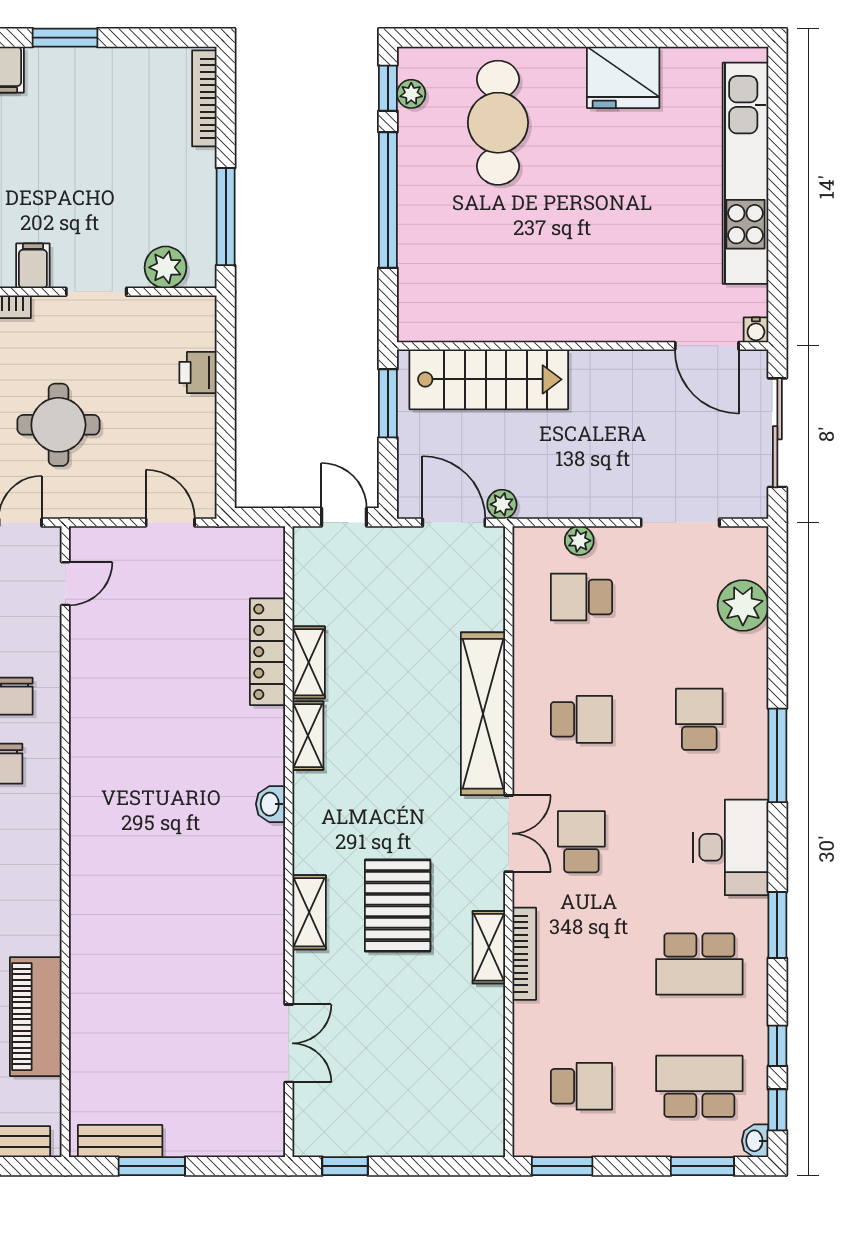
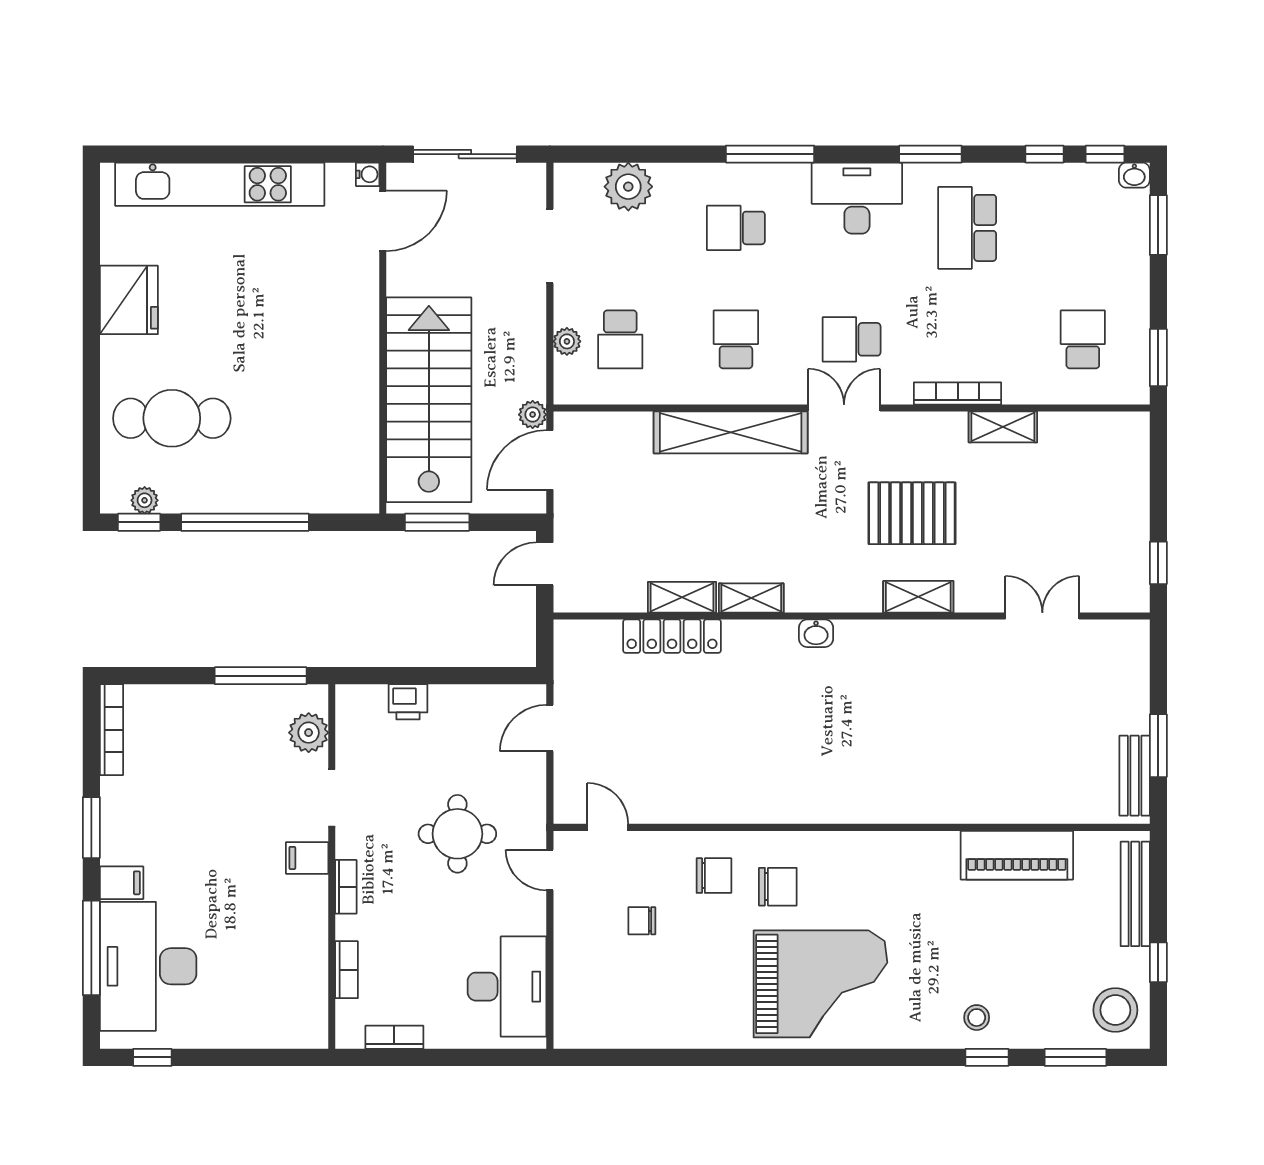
bookcase: (204, 98) -> (112, 730), moved, turned -90
stairs: (489, 379) -> (429, 400), width x1.36, depth x1.51
shelving: (489, 947) -> (1003, 427), moved
school desk: (699, 964) -> (967, 228), turned 180
school desk: (699, 1086) -> (1083, 228), removed

